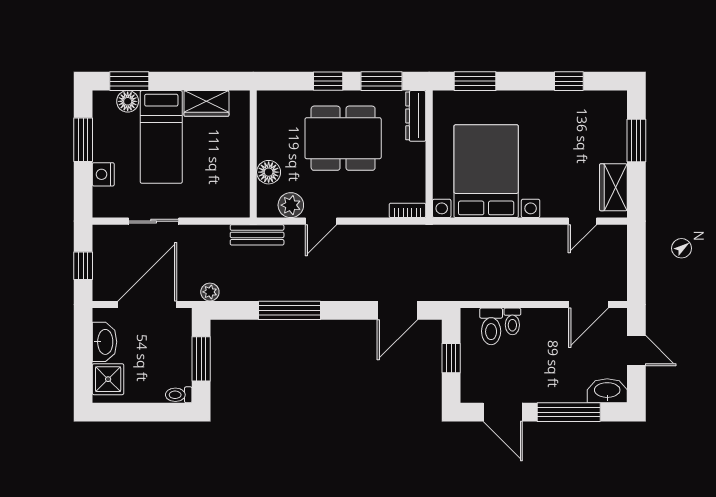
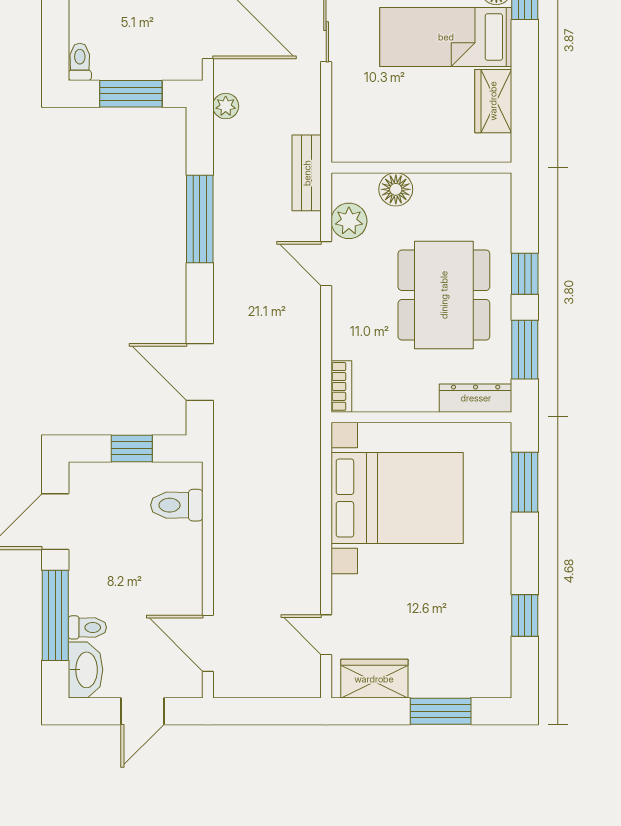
toilet: (512, 321) -> (87, 627), moved, turned 180

